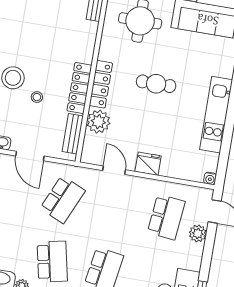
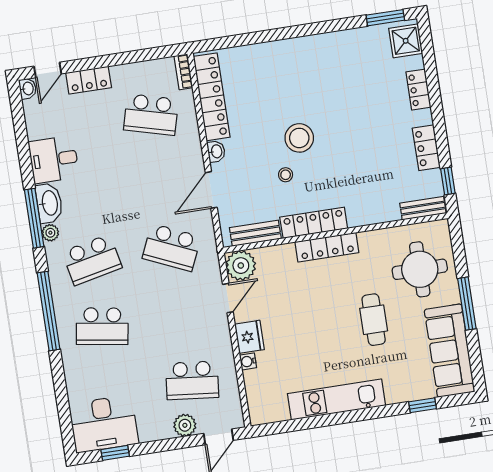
cafe table: (156, 84) -> (374, 320), moved
plant: (98, 122) -> (241, 266), moved
water cooler: (210, 178) -> (248, 361), moved

